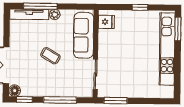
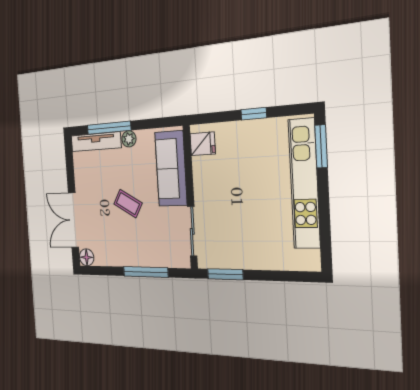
window: (24, 99) -> (100, 271), removed

